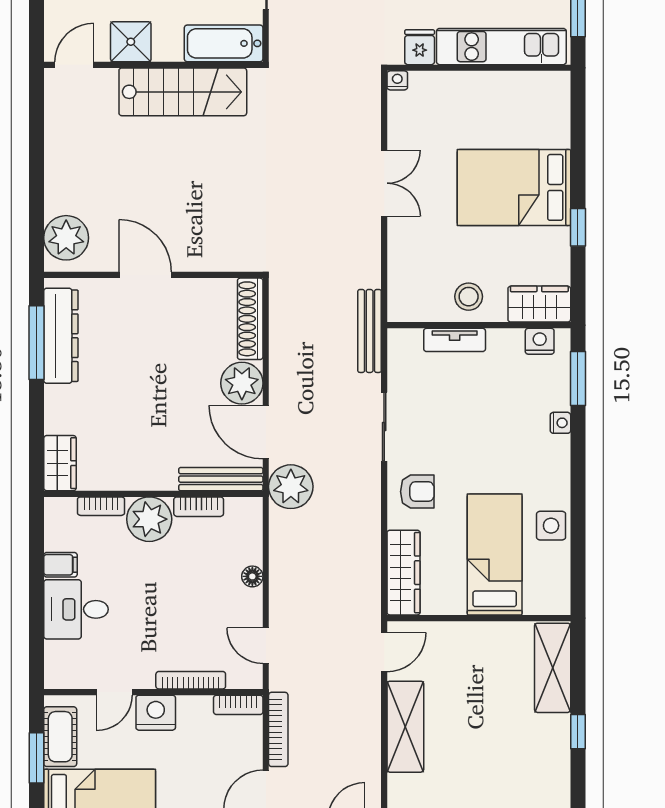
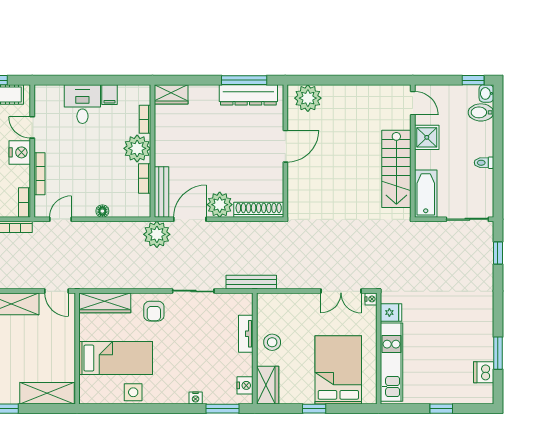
fridge: (420, 47) -> (391, 313), moved
kitchen unit: (501, 47) -> (391, 362), moved
wall: (479, 68) -> (379, 348), moved
nightstand: (397, 80) -> (371, 299), moved

